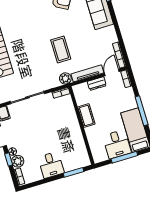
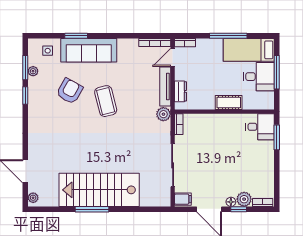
coffee table: (61, 49) -> (106, 101), moved, turned 76
door: (112, 72) -> (173, 57), hinge flipped
dresser: (97, 84) -> (180, 91), moved
cot: (86, 116) -> (229, 102), moved
desk: (51, 165) -> (260, 127), moved

